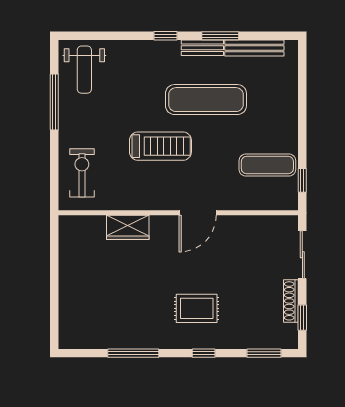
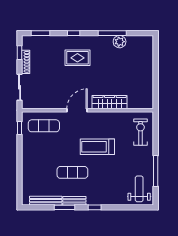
exercise mat: (206, 100) -> (72, 172), width x0.73, depth x0.69
exercise mat: (267, 165) -> (44, 126), moved
exercise bike: (82, 173) -> (140, 132), turned 180
wardrobe: (128, 227) -> (110, 102), width x1.50
plant: (120, 338) -> (120, 42), added

